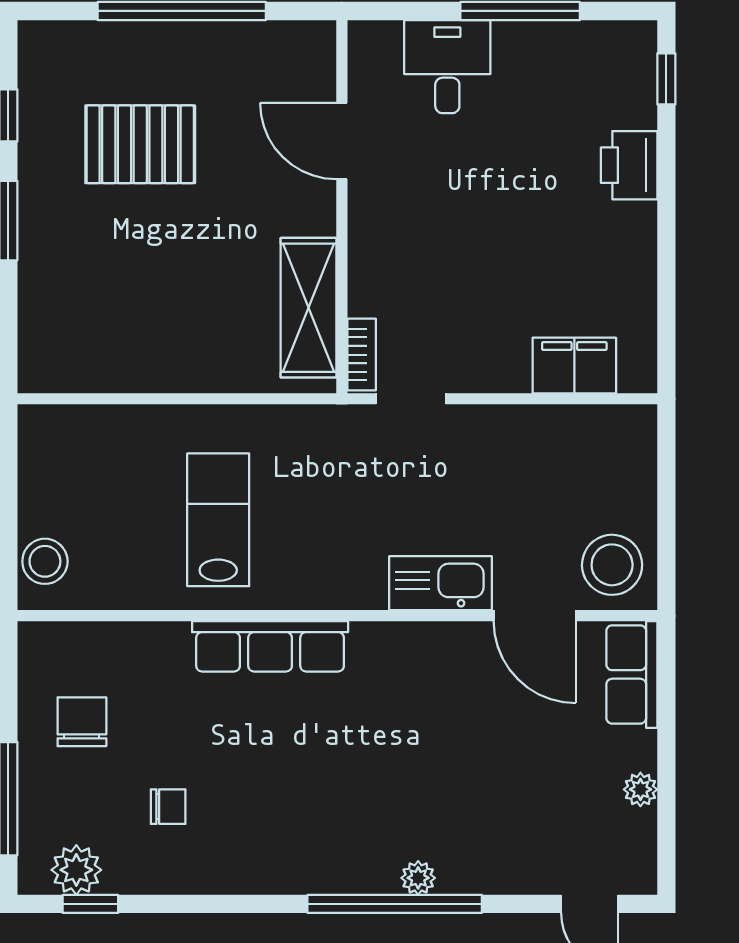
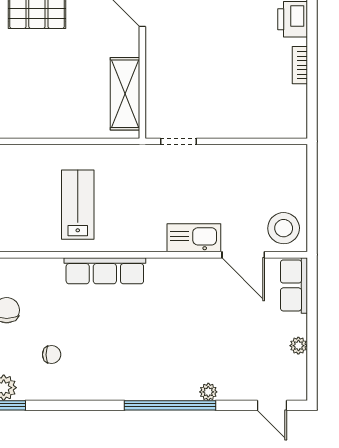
bookcase: (362, 355) -> (300, 65), moved, turned 180
filing cabinet: (574, 365) -> (264, 124), removed
plant: (418, 878) -> (208, 392), moved

